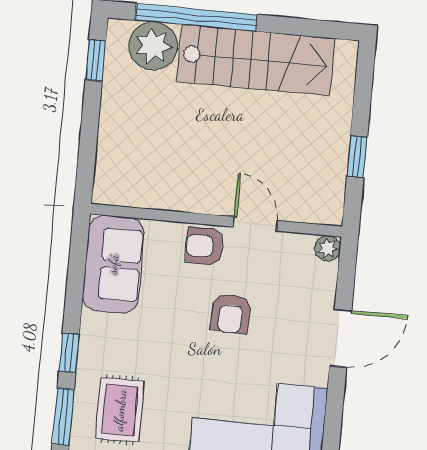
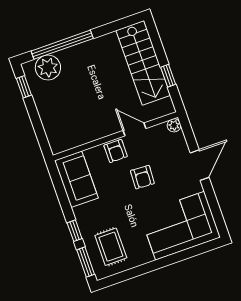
stairs: (256, 60) -> (143, 63), moved, turned 90
armchair: (205, 246) -> (116, 151), turned -90

